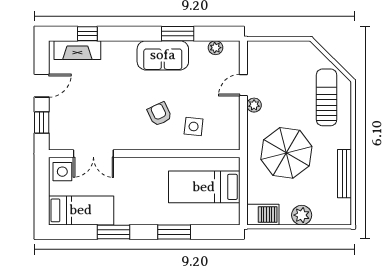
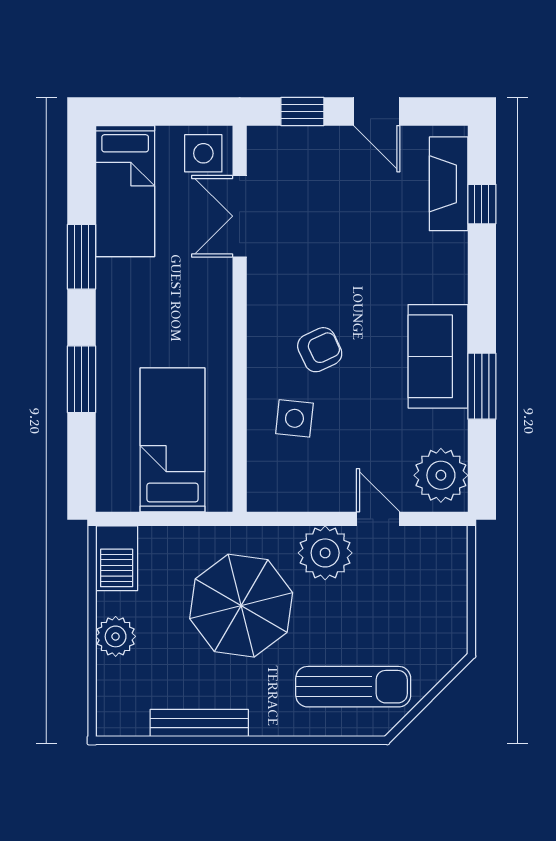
plant: (216, 48) -> (441, 475), width x1.88, depth x1.88
plant: (254, 105) -> (325, 553), width x1.88, depth x1.88

